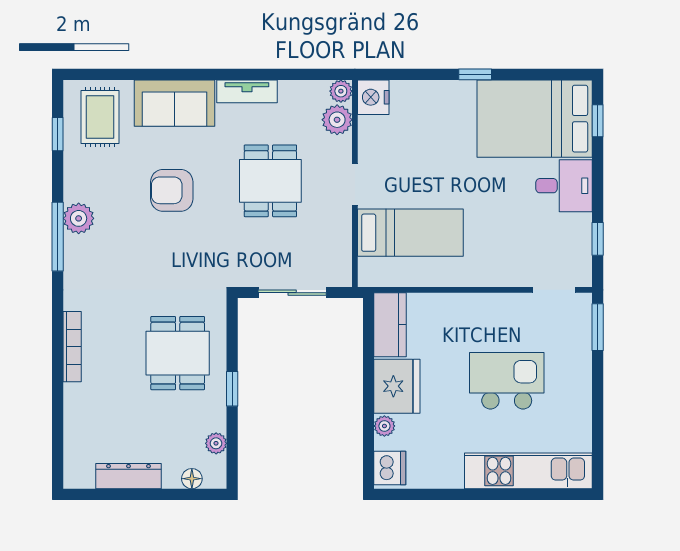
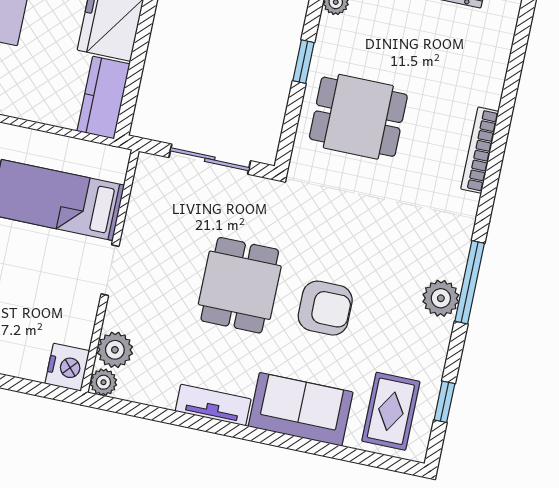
dining table: (270, 181) -> (240, 285), moved
dining table: (178, 353) -> (358, 117), turned 90

